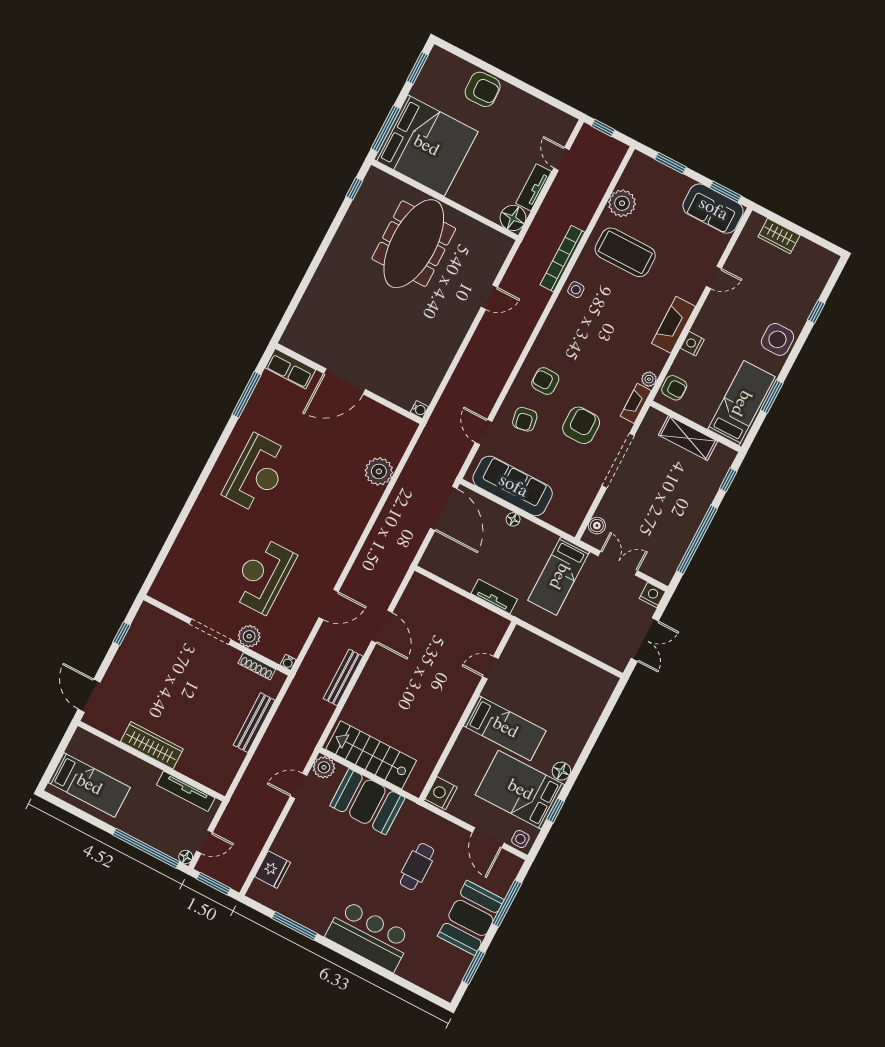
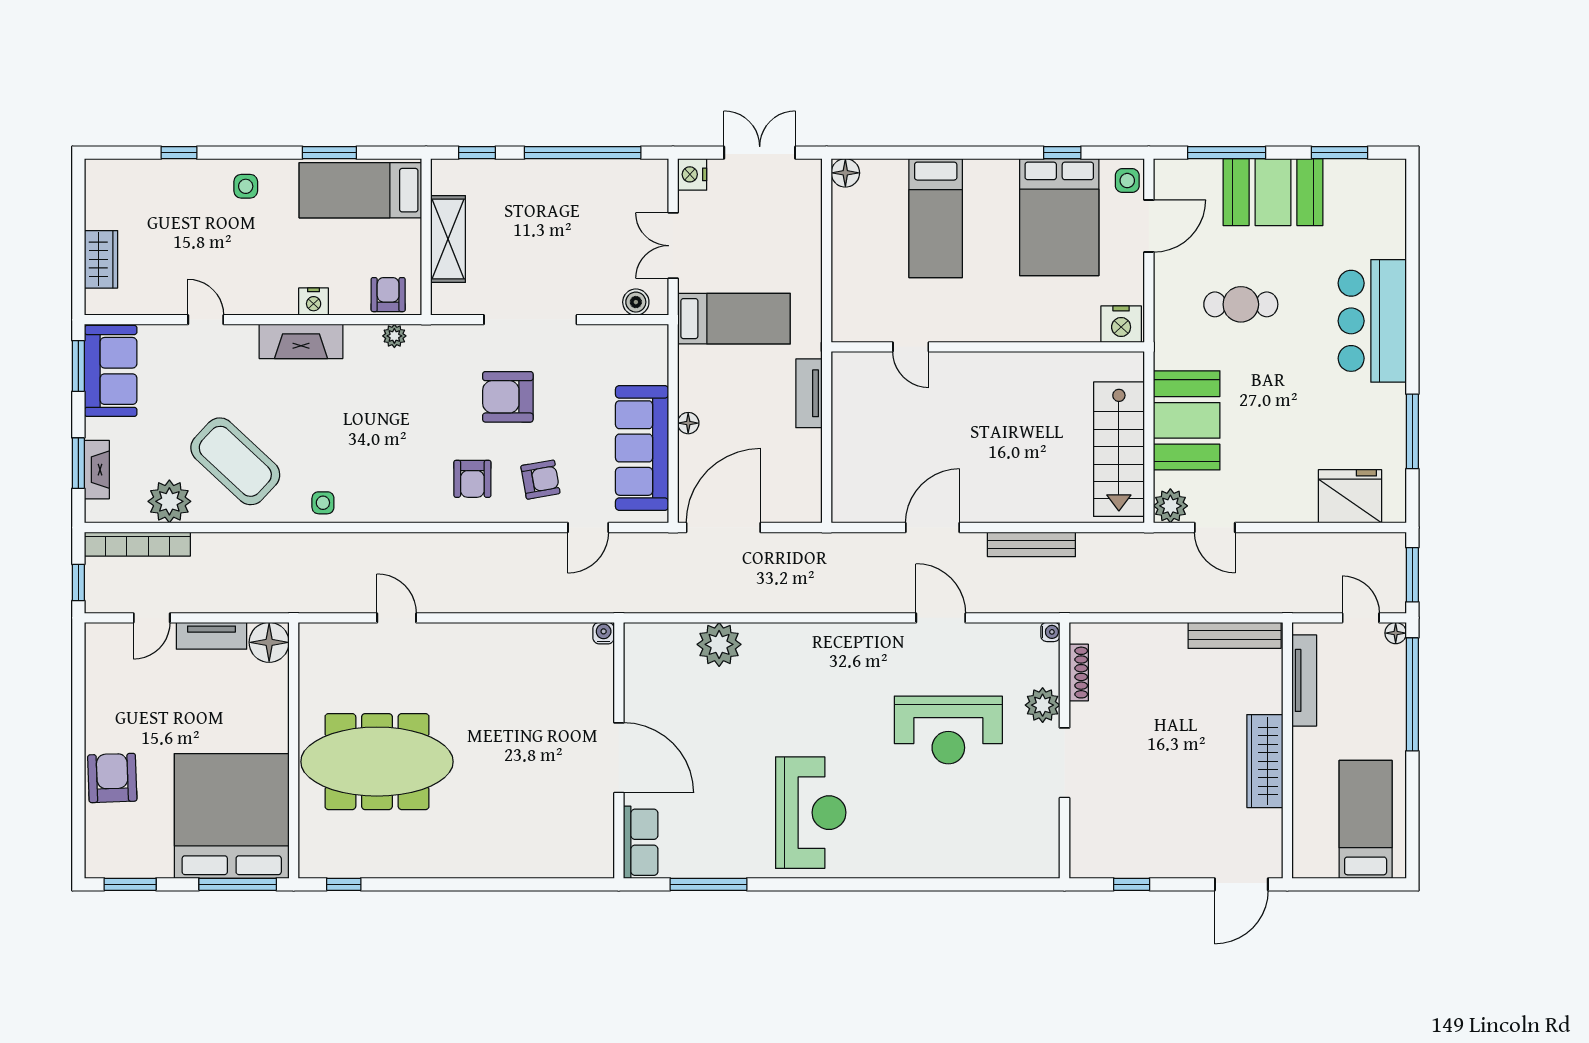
coffee table: (625, 252) -> (235, 461), turned -47
bookcase: (562, 259) -> (137, 544), moved
side table: (777, 339) -> (246, 186), width x0.54, depth x0.54
fireplace: (636, 403) -> (97, 470), moved, turned -90
reception desk: (257, 474) -> (811, 813), turned 90
bench: (254, 723) -> (1235, 635), moved
bed: (505, 728) -> (936, 218), moved, turned 180
floor lamp: (561, 771) -> (845, 173), moved
fridge: (273, 870) -> (1350, 496), width x1.36, depth x1.34

